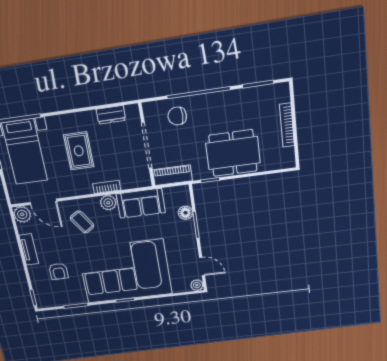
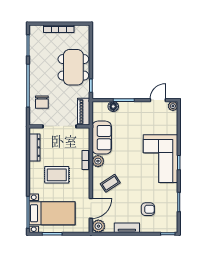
dresser: (111, 115) -> (35, 147), width x1.44
corner sofa: (125, 271) -> (161, 159), width x0.73, depth x0.74

